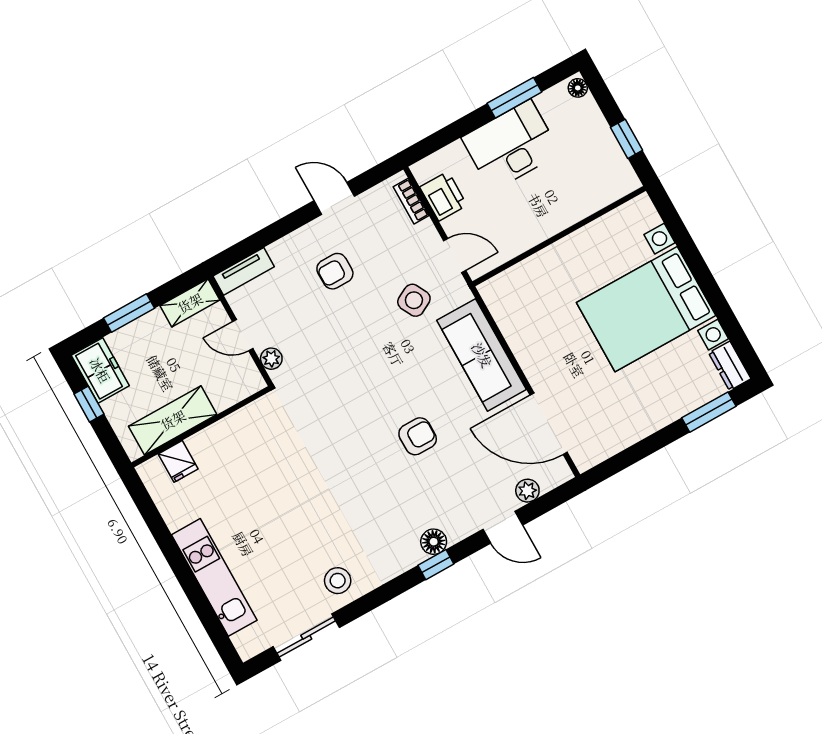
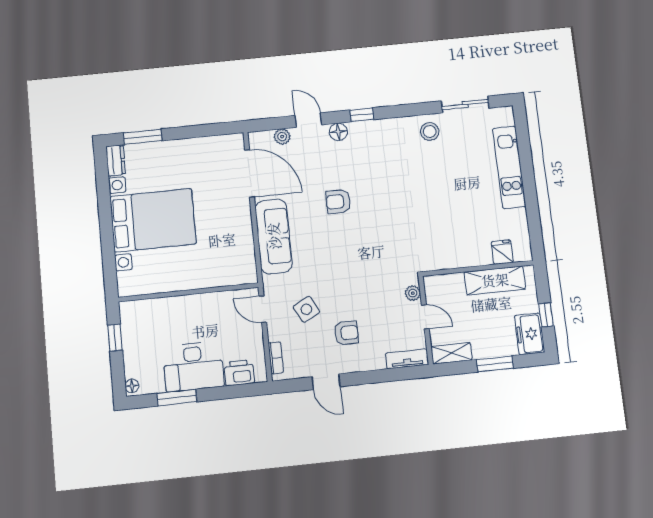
printer: (443, 196) -> (239, 373), moved, turned 90
side table: (414, 300) -> (306, 309), moved
floor lamp: (434, 542) -> (338, 132), moved

